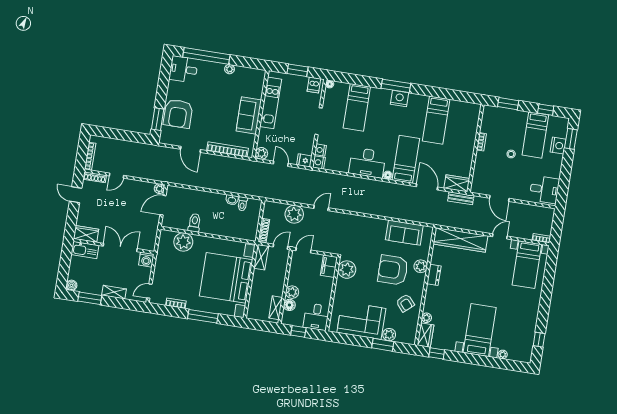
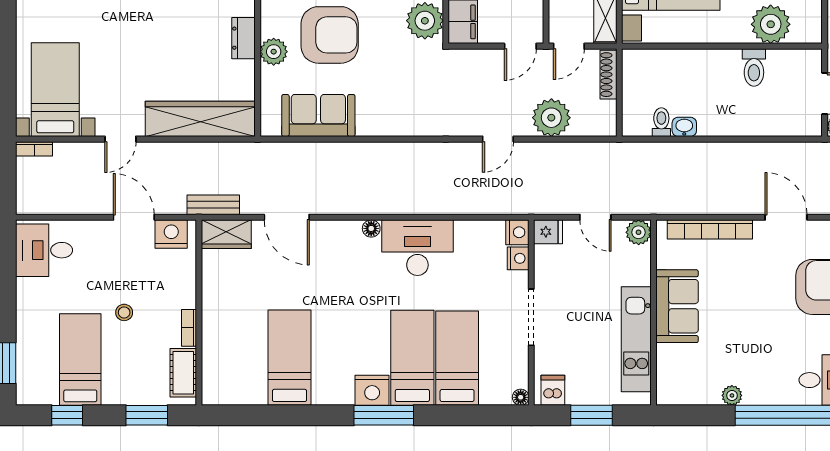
cot: (488, 121) -> (183, 373), added
nightstand: (558, 146) -> (171, 234), moved, turned 90
bed: (406, 159) -> (412, 358), moved, turned 180

